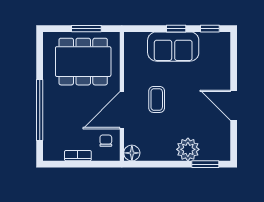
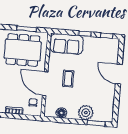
sofa: (173, 47) -> (66, 44), moved
door: (234, 105) -> (119, 74), moved
door: (122, 110) -> (45, 84), hinge flipped
floor lamp: (132, 153) -> (61, 113), moved

